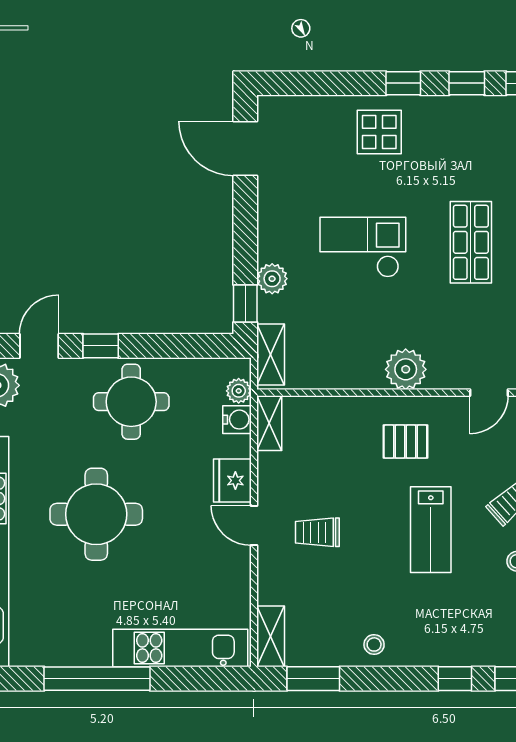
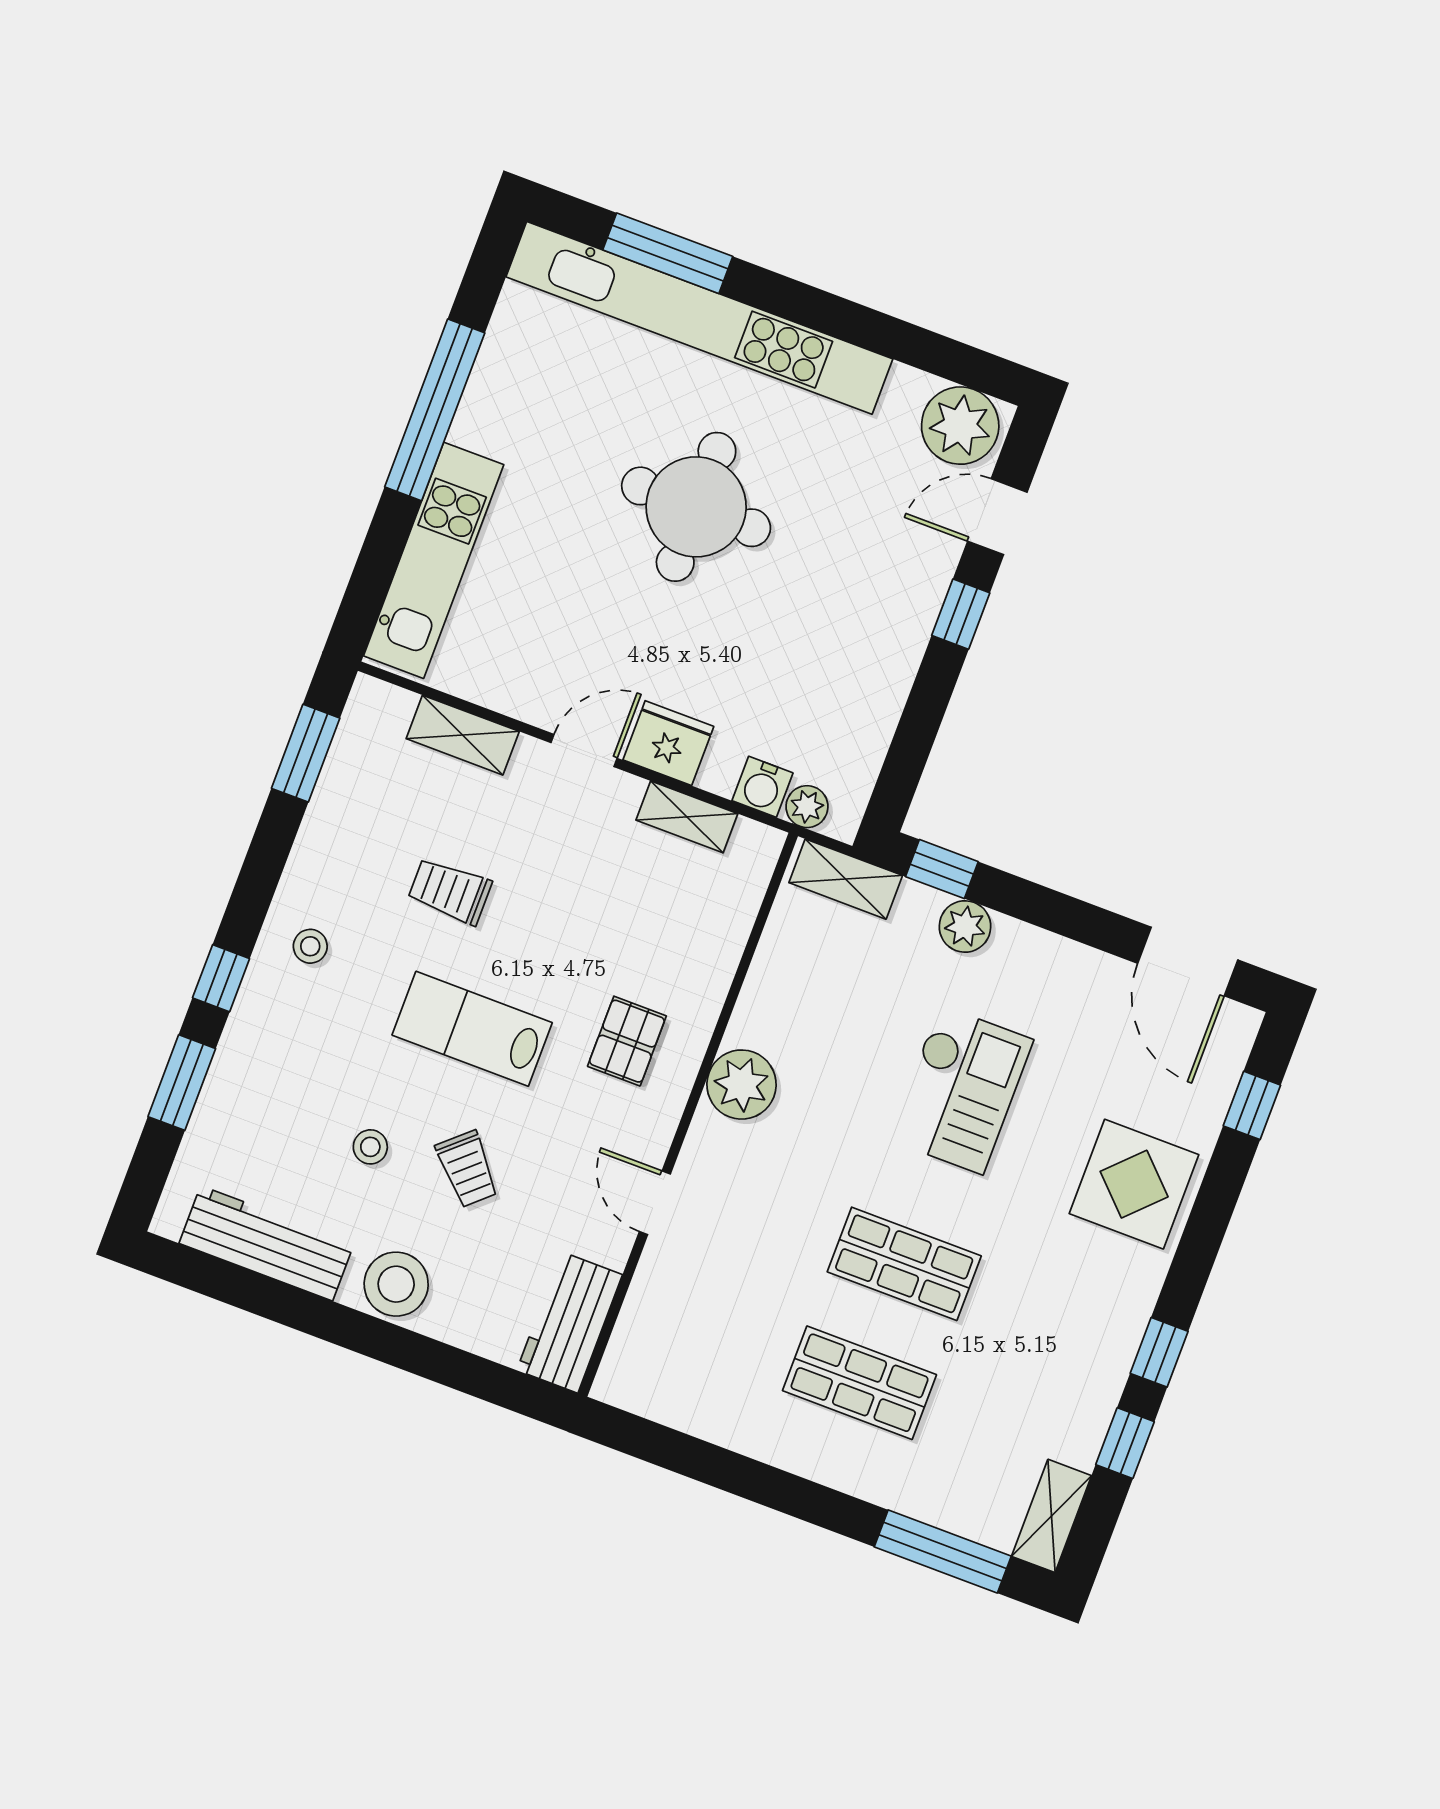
window: (403, 83) -> (1252, 1105), moved
display table: (379, 132) -> (1134, 1184), width x1.36, depth x1.36
door: (245, 149) -> (1188, 962), swing flipped
door: (39, 346) -> (997, 517), swing flipped
round table: (131, 402) -> (854, 630), removed
shelving: (269, 423) -> (687, 817), moved
trolley: (317, 532) -> (450, 891), moved, turned -90
shelving: (271, 636) -> (463, 735), moved
stool: (374, 644) -> (310, 946), moved

